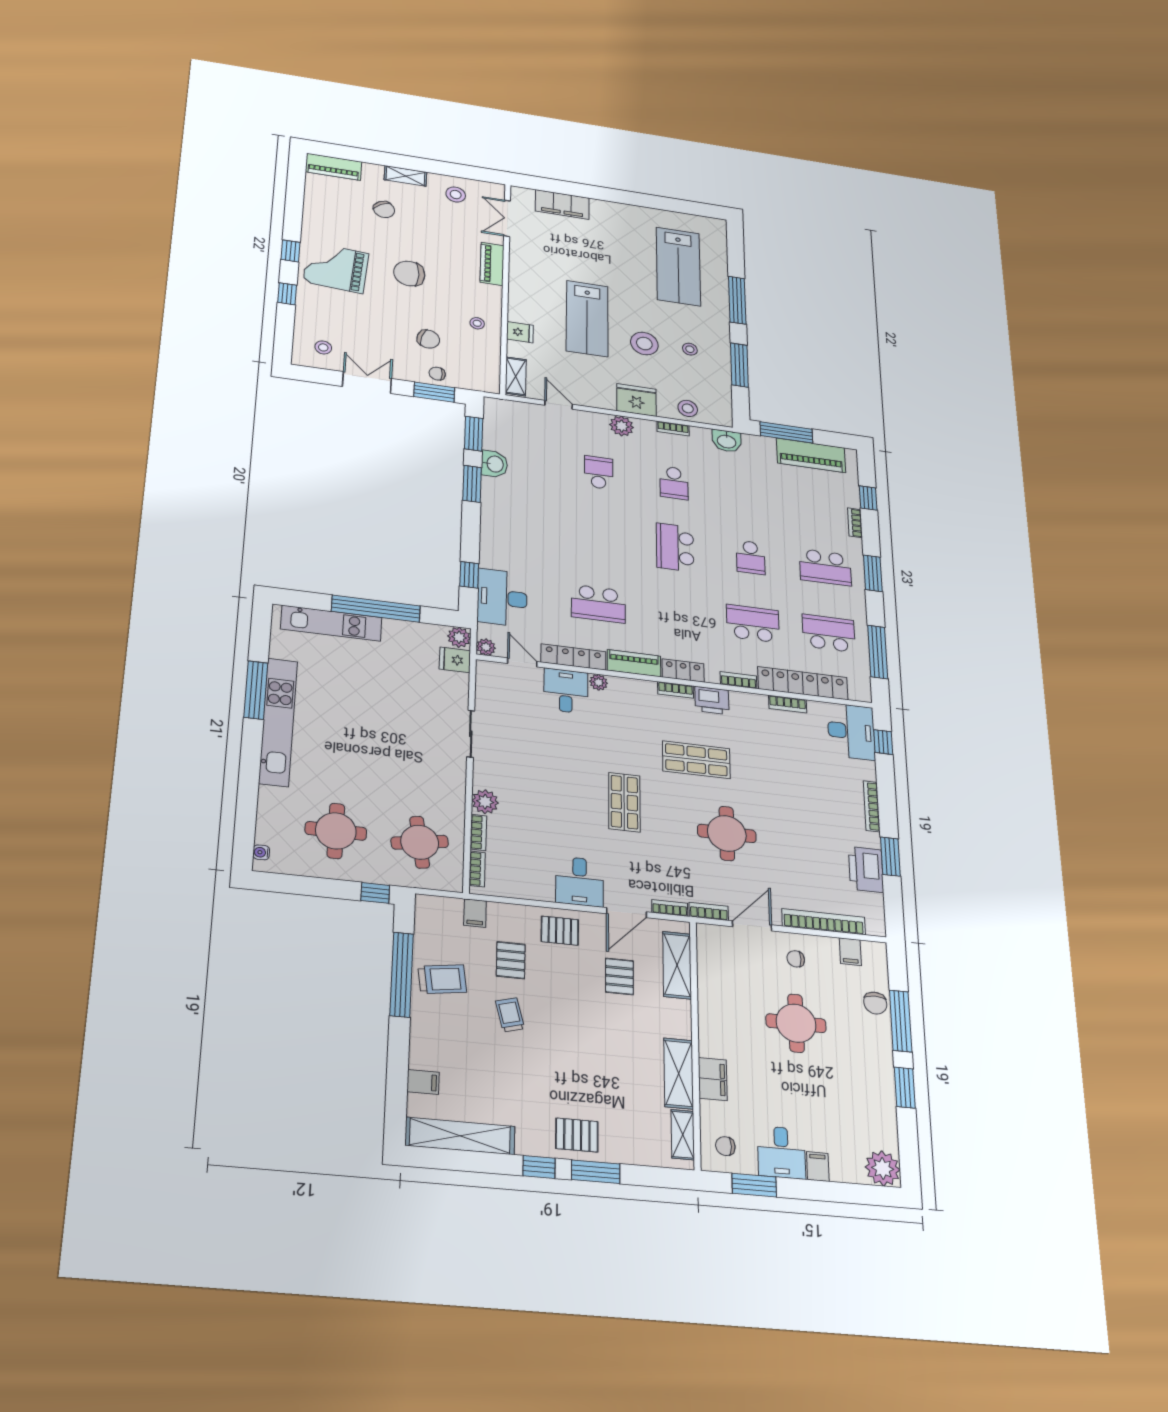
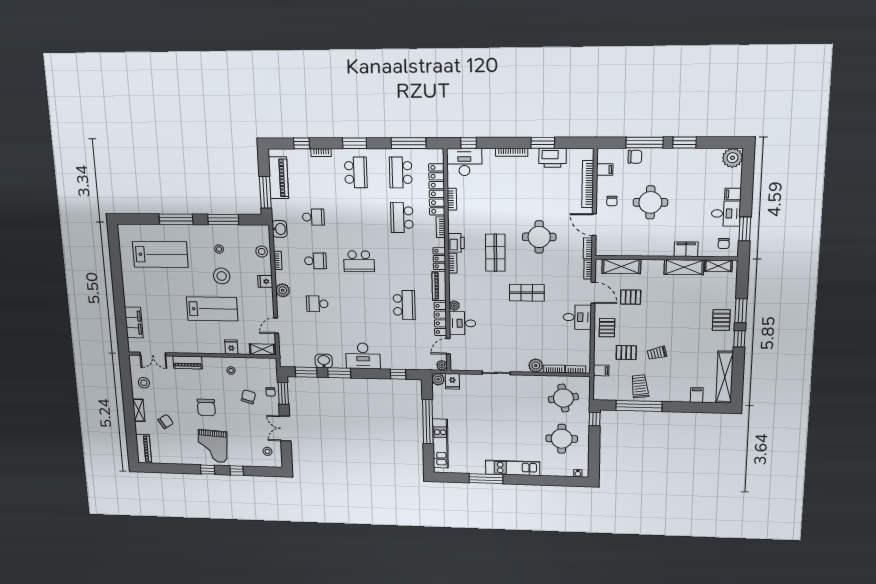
fridge: (636, 400) -> (265, 281), width x0.53, depth x0.75
school desk: (751, 557) -> (313, 217), moved
desk: (502, 598) -> (363, 356), moved
kitchen unit: (278, 722) -> (513, 468), width x0.73

